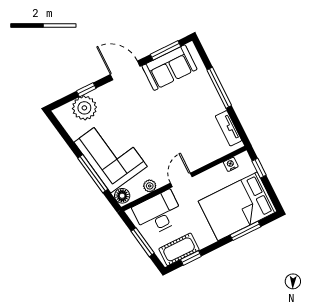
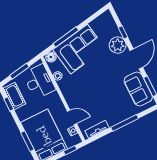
plant: (84, 108) -> (118, 45), moved
door: (181, 180) -> (72, 117), moved

